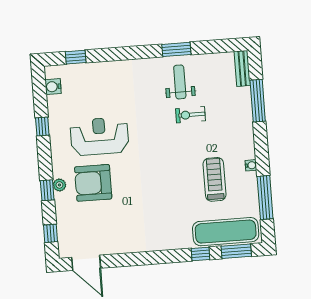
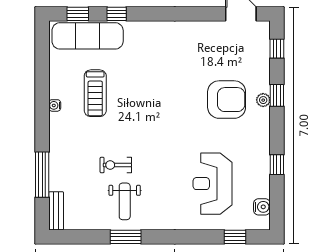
exercise bike: (191, 115) -> (116, 165), turned 180
reception desk: (99, 136) -> (212, 184), moved, turned 90
window: (265, 198) -> (42, 69), removed
window: (236, 251) -> (78, 14), width x0.67

